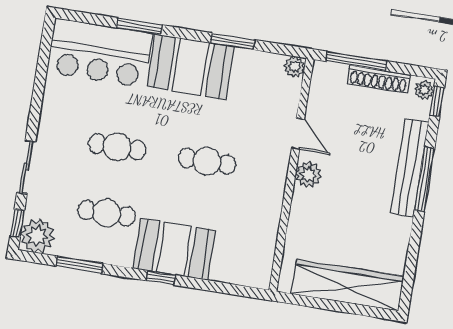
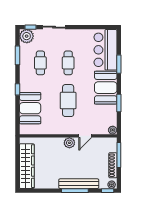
cafe table: (207, 161) -> (68, 101), width x1.37, depth x1.35
booth: (174, 249) -> (30, 108), moved

